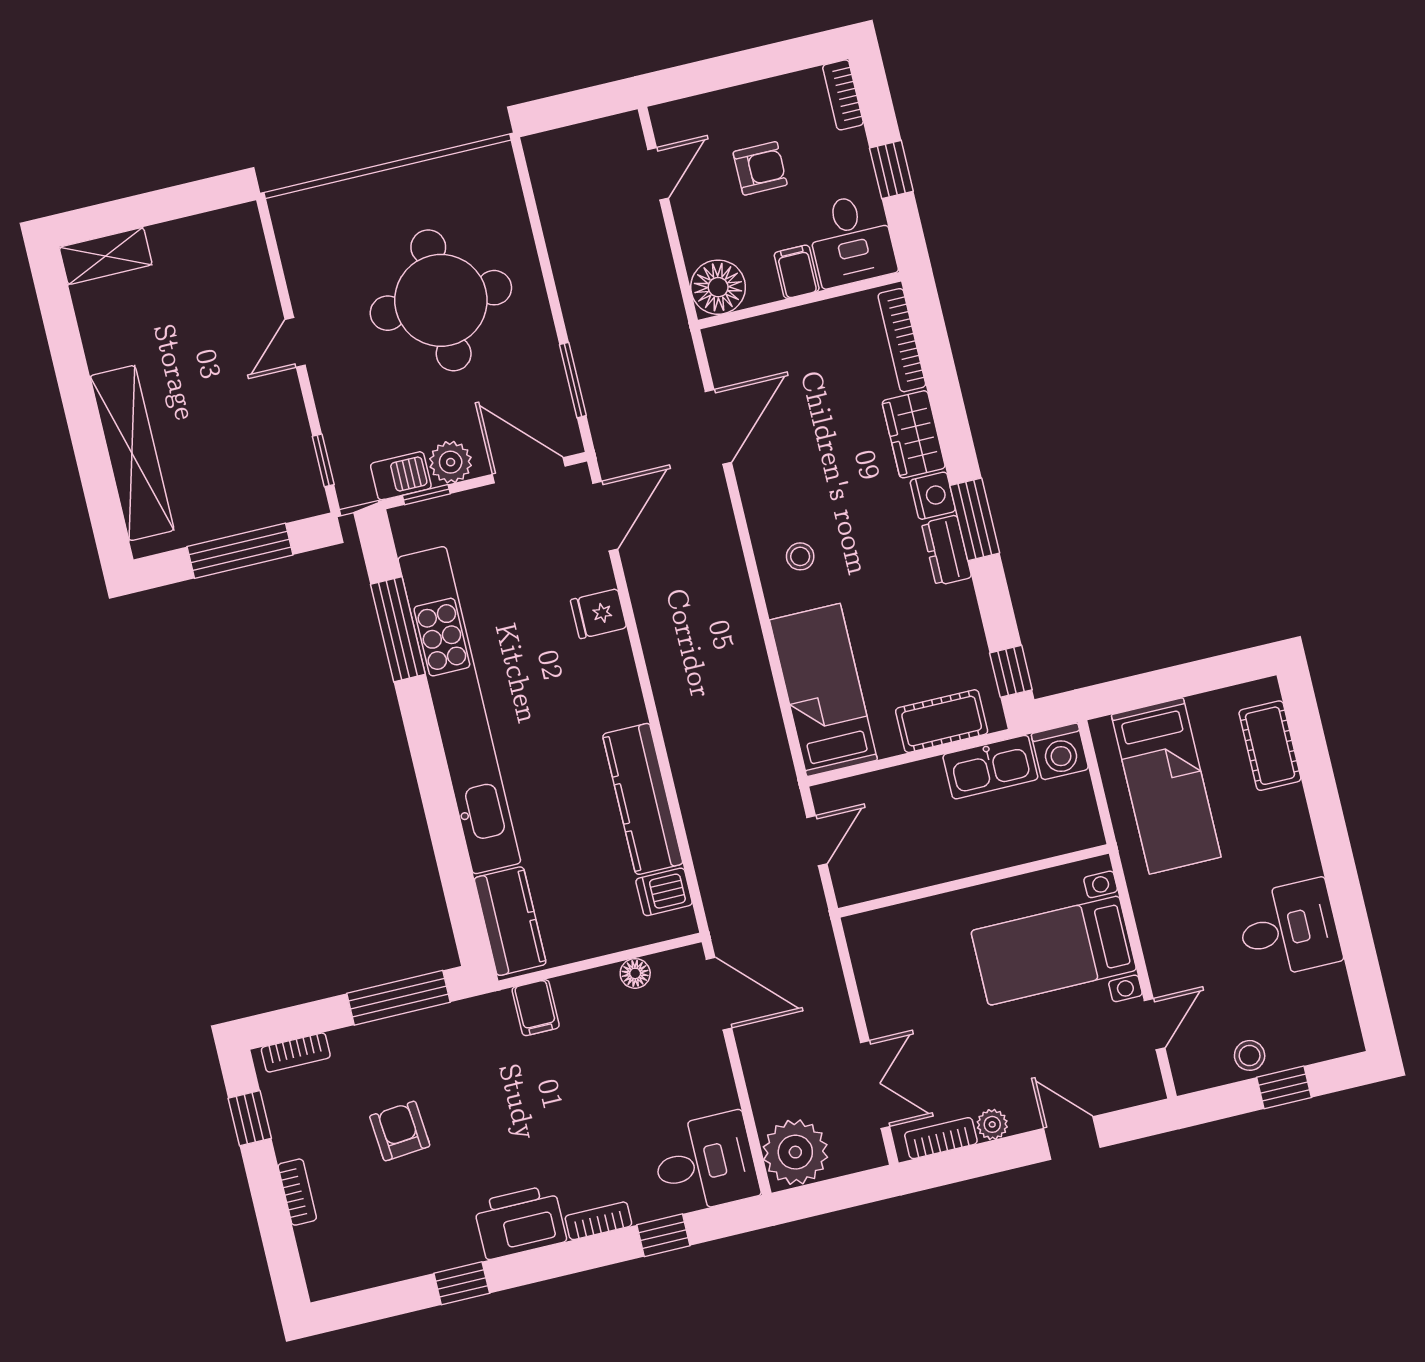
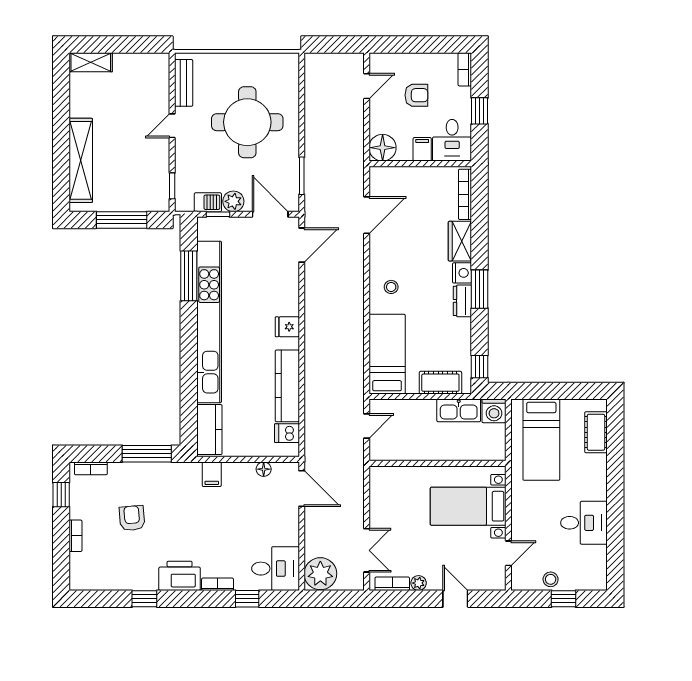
bench: (297, 253) -> (184, 83), added
fridge: (599, 614) -> (287, 327), moved

